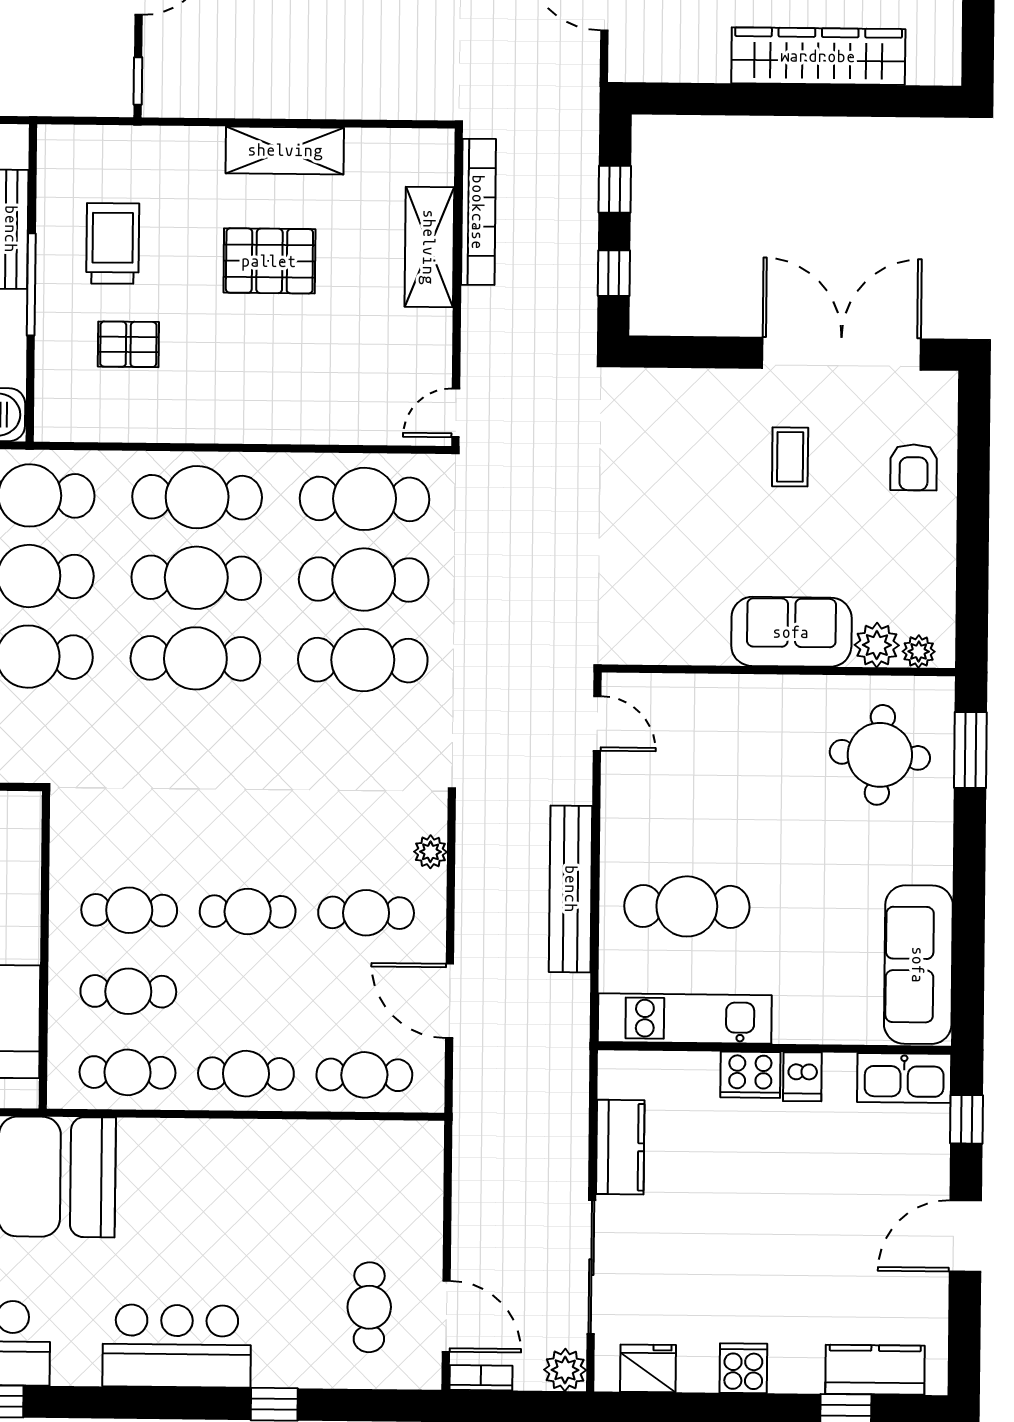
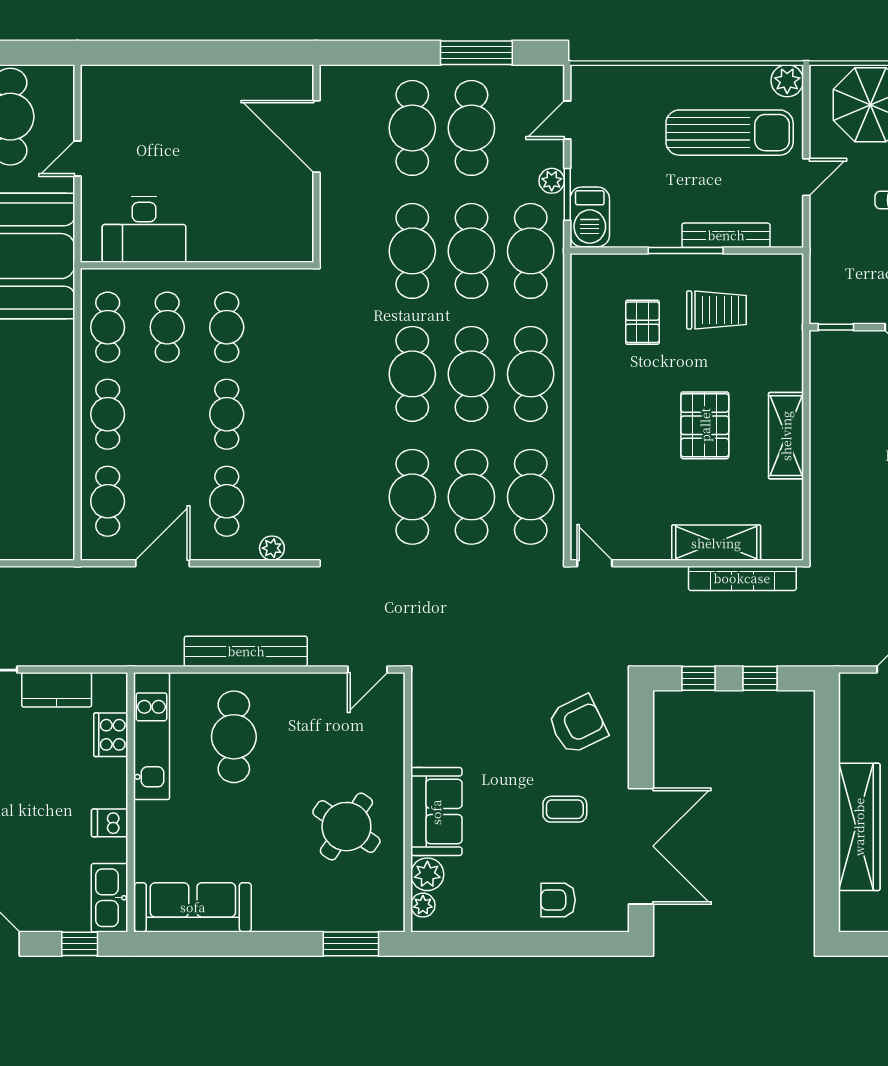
armchair: (675, 438) -> (578, 725), added
round table: (880, 755) -> (346, 827), moved, turned 30
cooker: (750, 1075) -> (111, 735), moved

